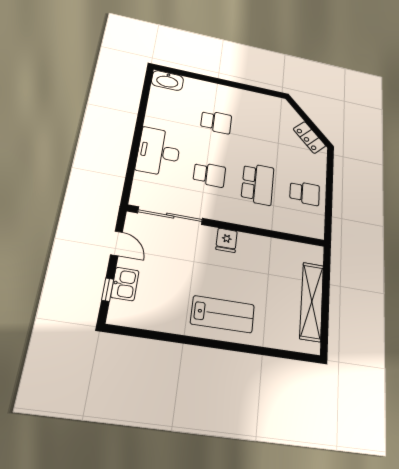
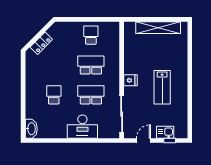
locker: (309, 137) -> (41, 43), moved
school desk: (209, 175) -> (91, 95), width x1.85
lab bench: (223, 314) -> (162, 87), moved, turned 180

